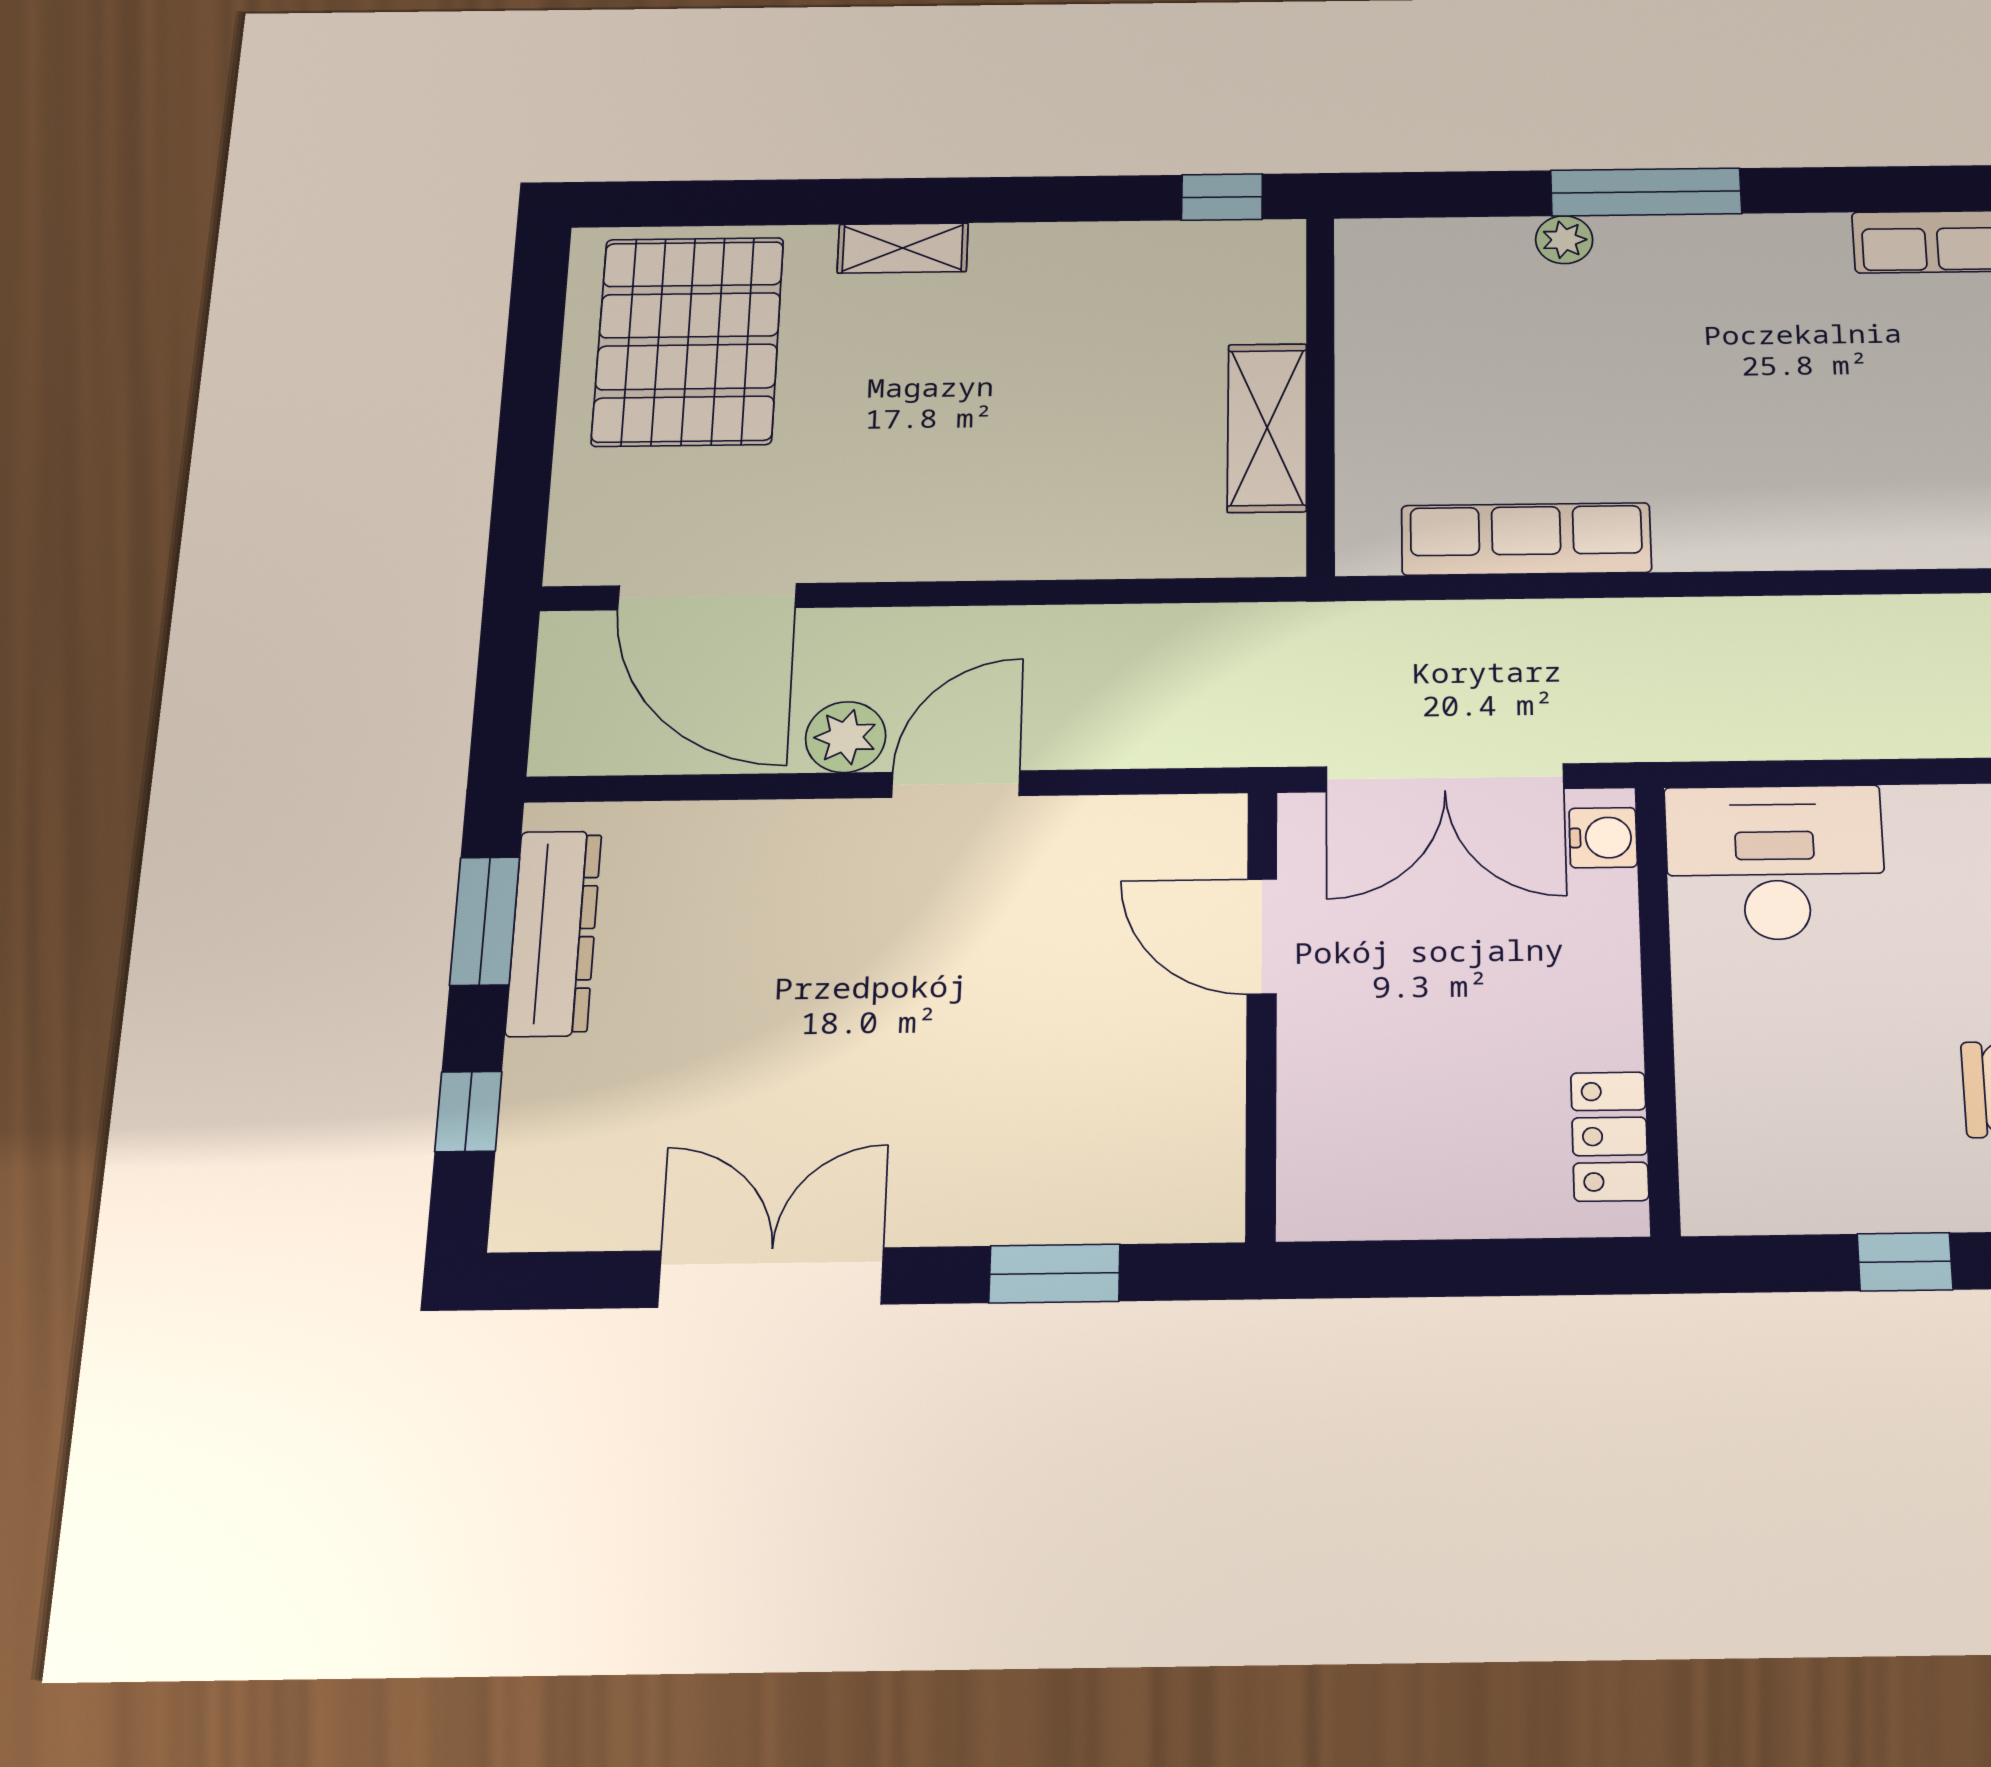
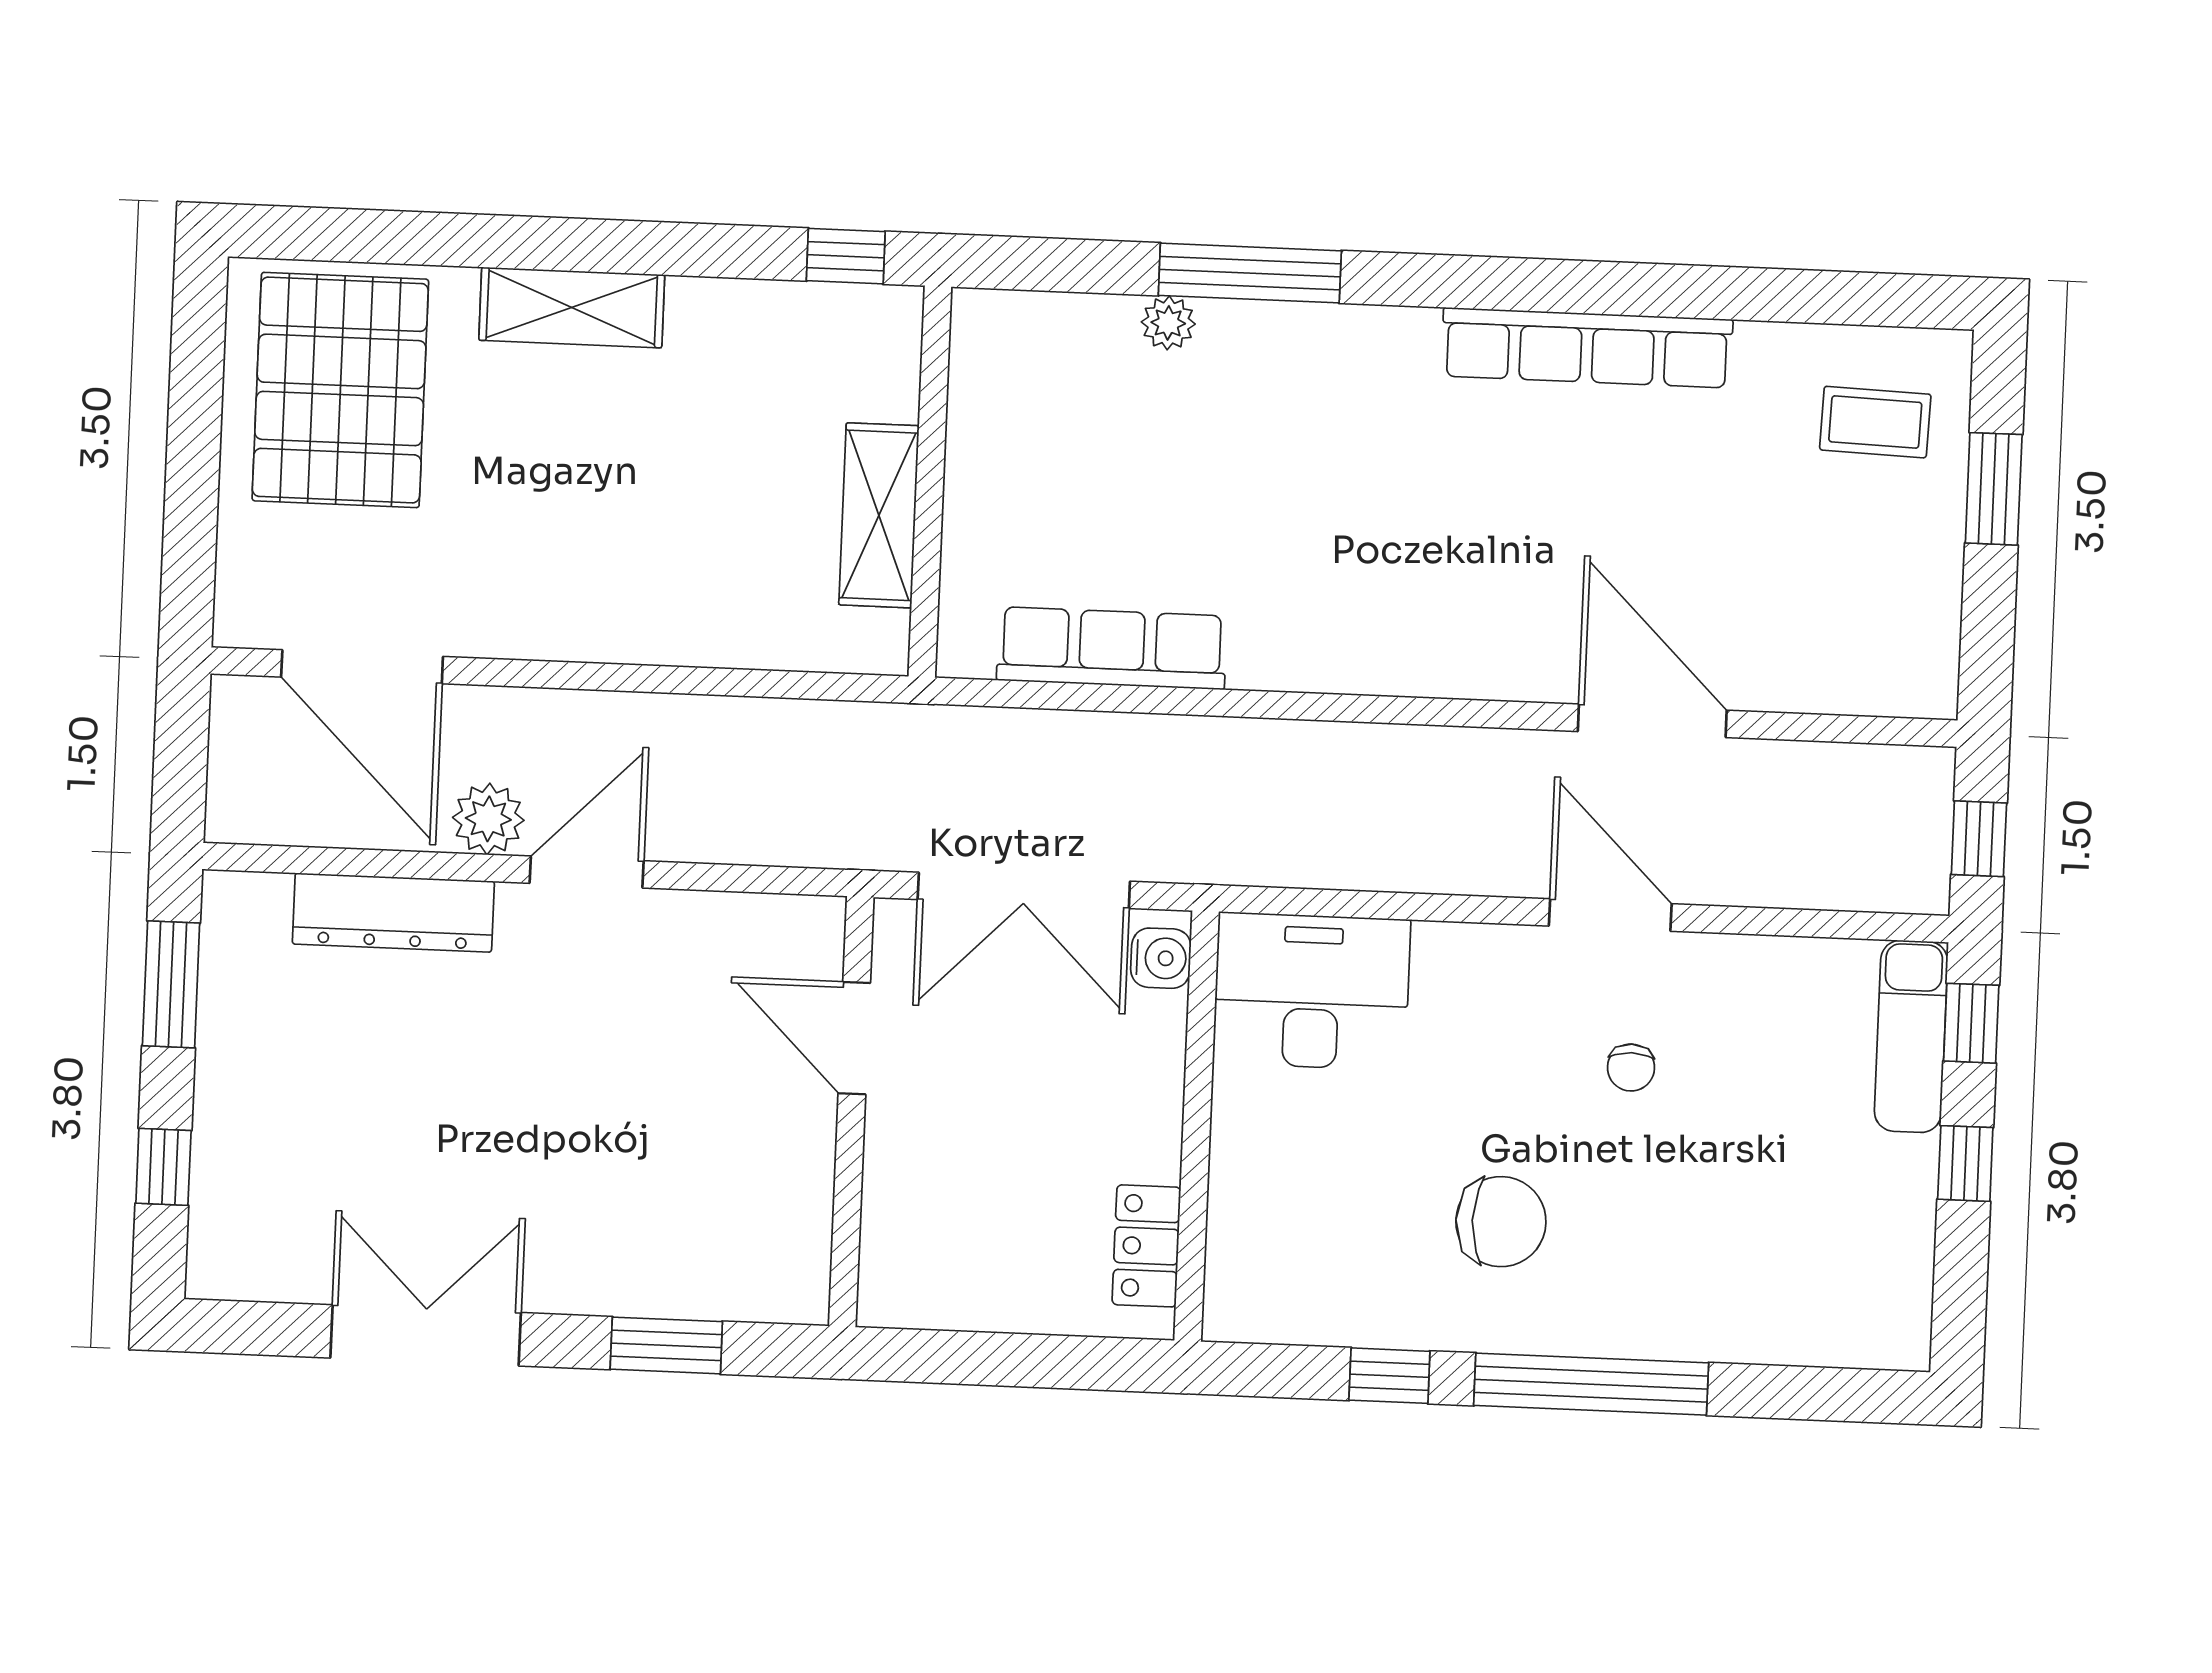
shelving: (903, 248) -> (572, 307), width x1.50, depth x1.33
dresser: (554, 933) -> (393, 913), moved, turned 90

